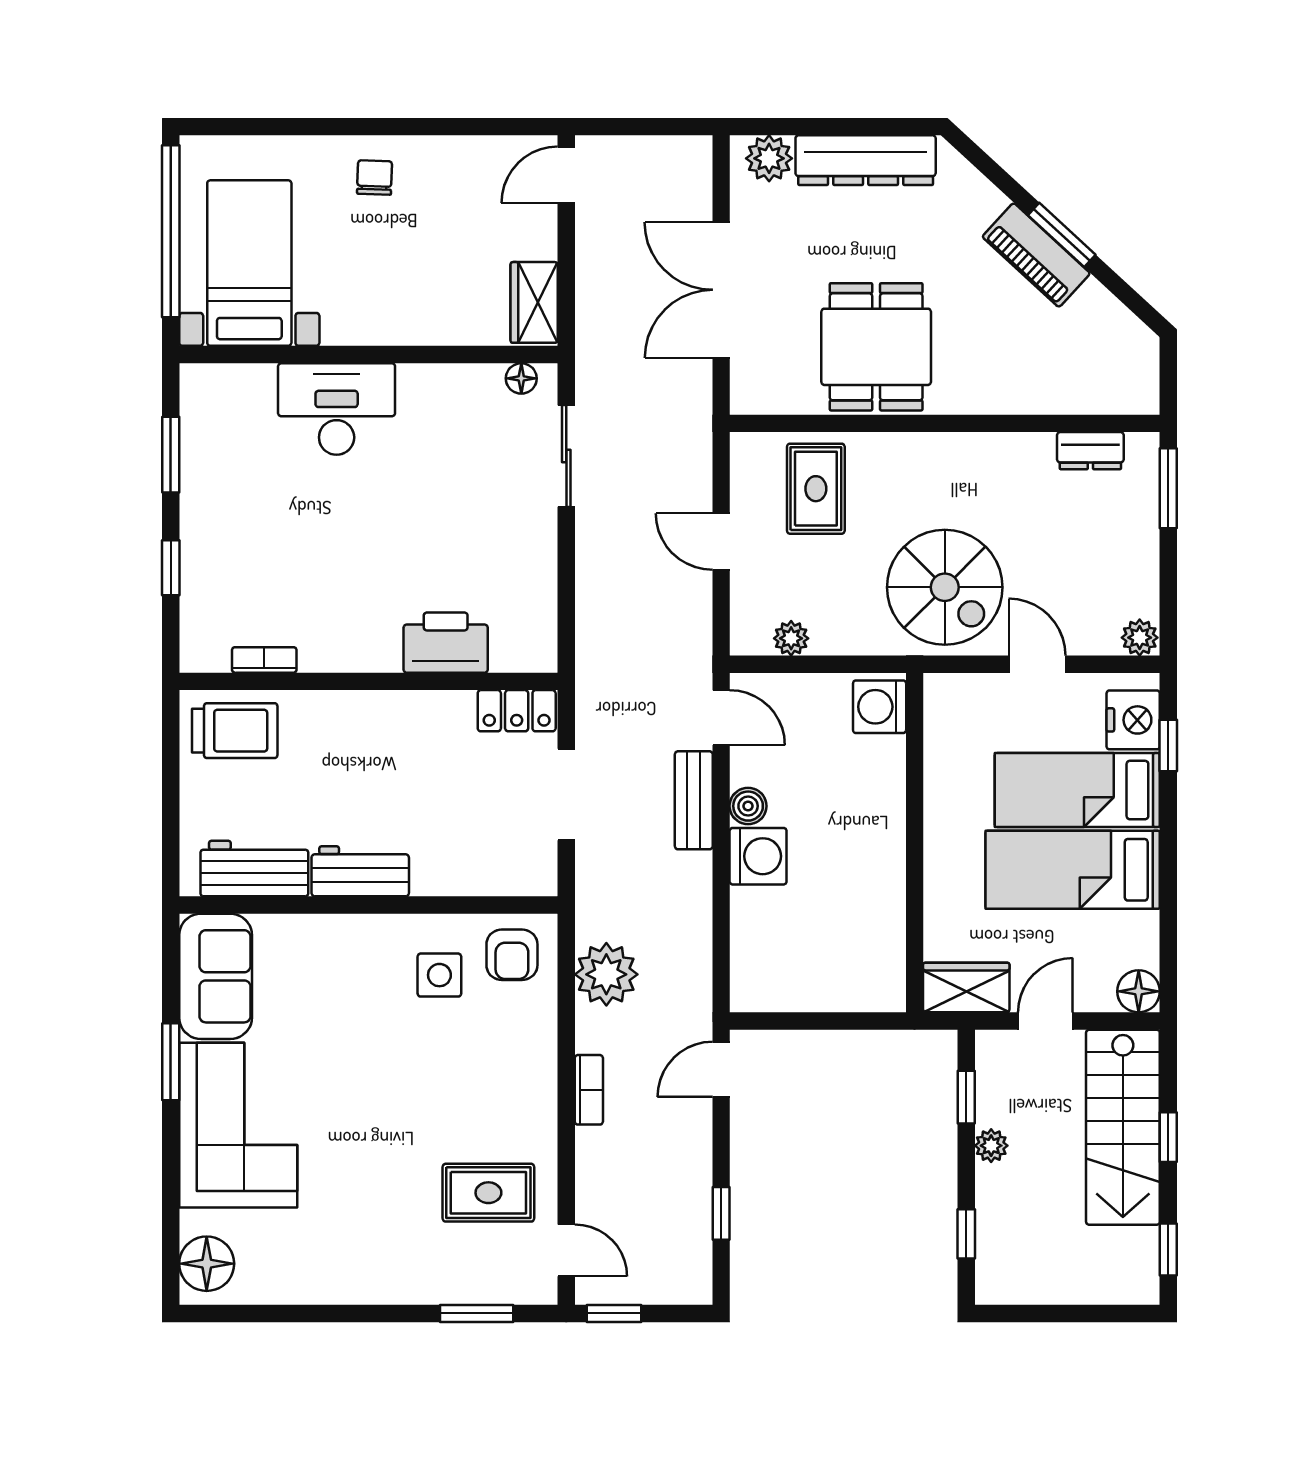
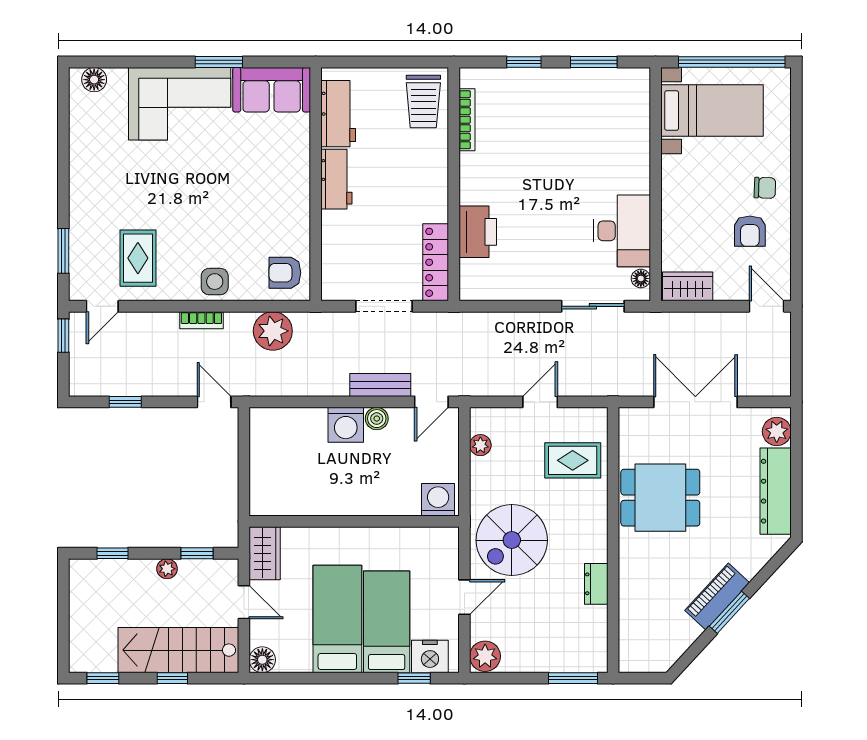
armchair: (445, 202) -> (750, 231), added
desk: (337, 409) -> (622, 231), moved
dresser: (1090, 451) -> (596, 584), moved
plant: (1140, 638) -> (485, 656), width x1.38, depth x1.38
bookcase: (264, 660) -> (467, 120), width x1.56
locker: (517, 711) -> (436, 262), width x1.53
side table: (439, 975) -> (215, 282), moved
floor lamp: (207, 1264) -> (94, 80), width x0.73, depth x0.73

